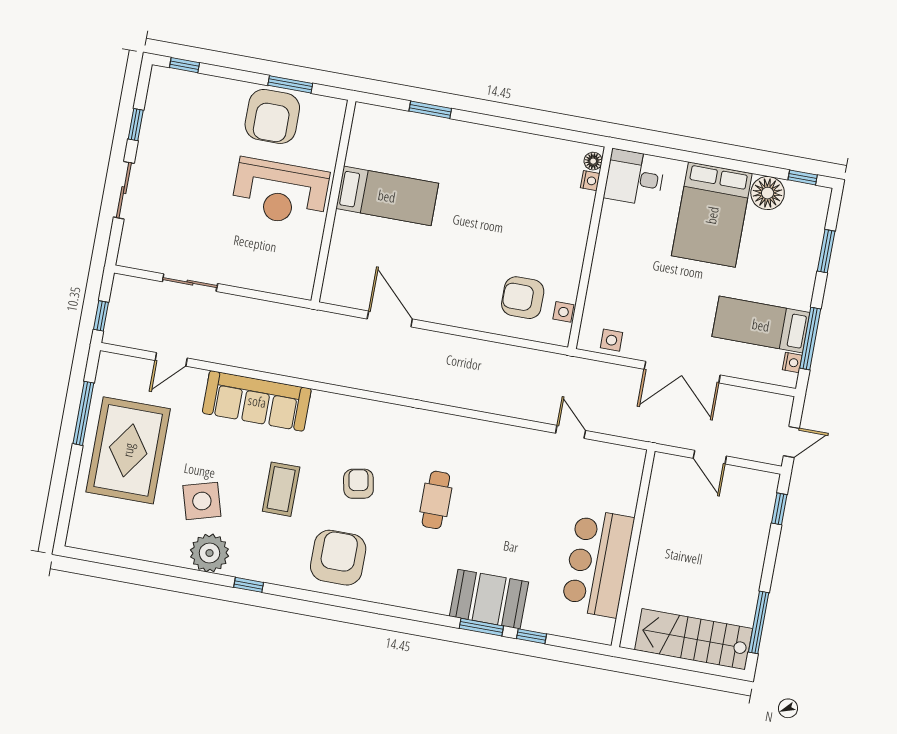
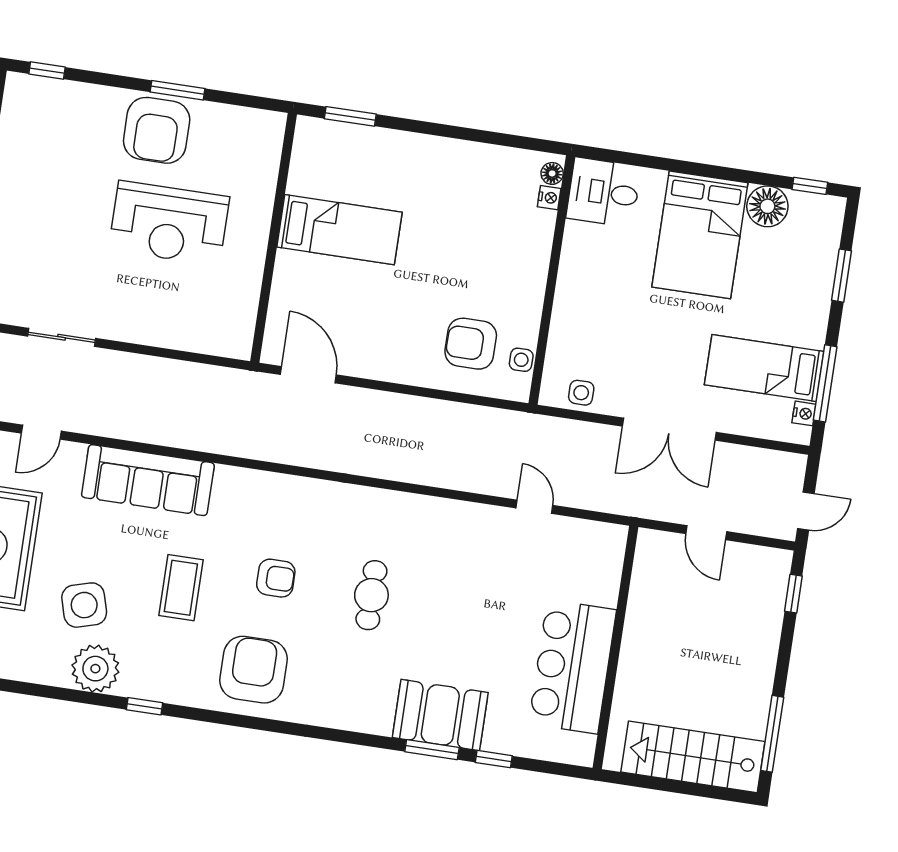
bed: (387, 196) -> (339, 230), moved
wall: (333, 201) -> (274, 238), moved
armchair: (358, 484) -> (276, 578), turned 101

